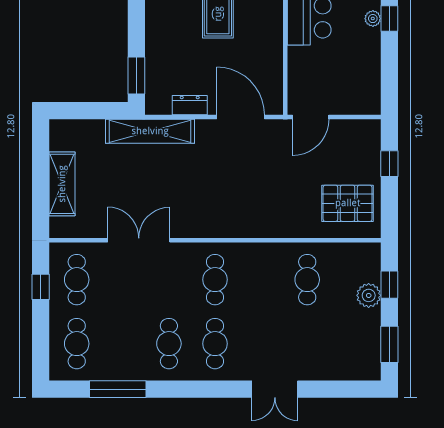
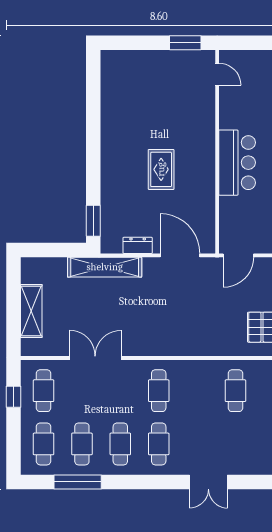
cafe table: (123, 344) -> (82, 444), added

